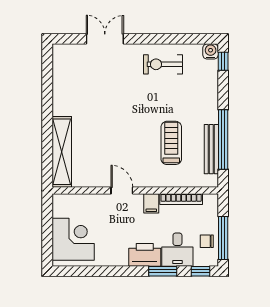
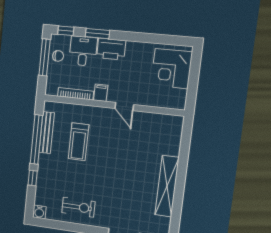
window: (223, 61) -> (33, 178), moved
shelving: (62, 152) -> (167, 186), moved

